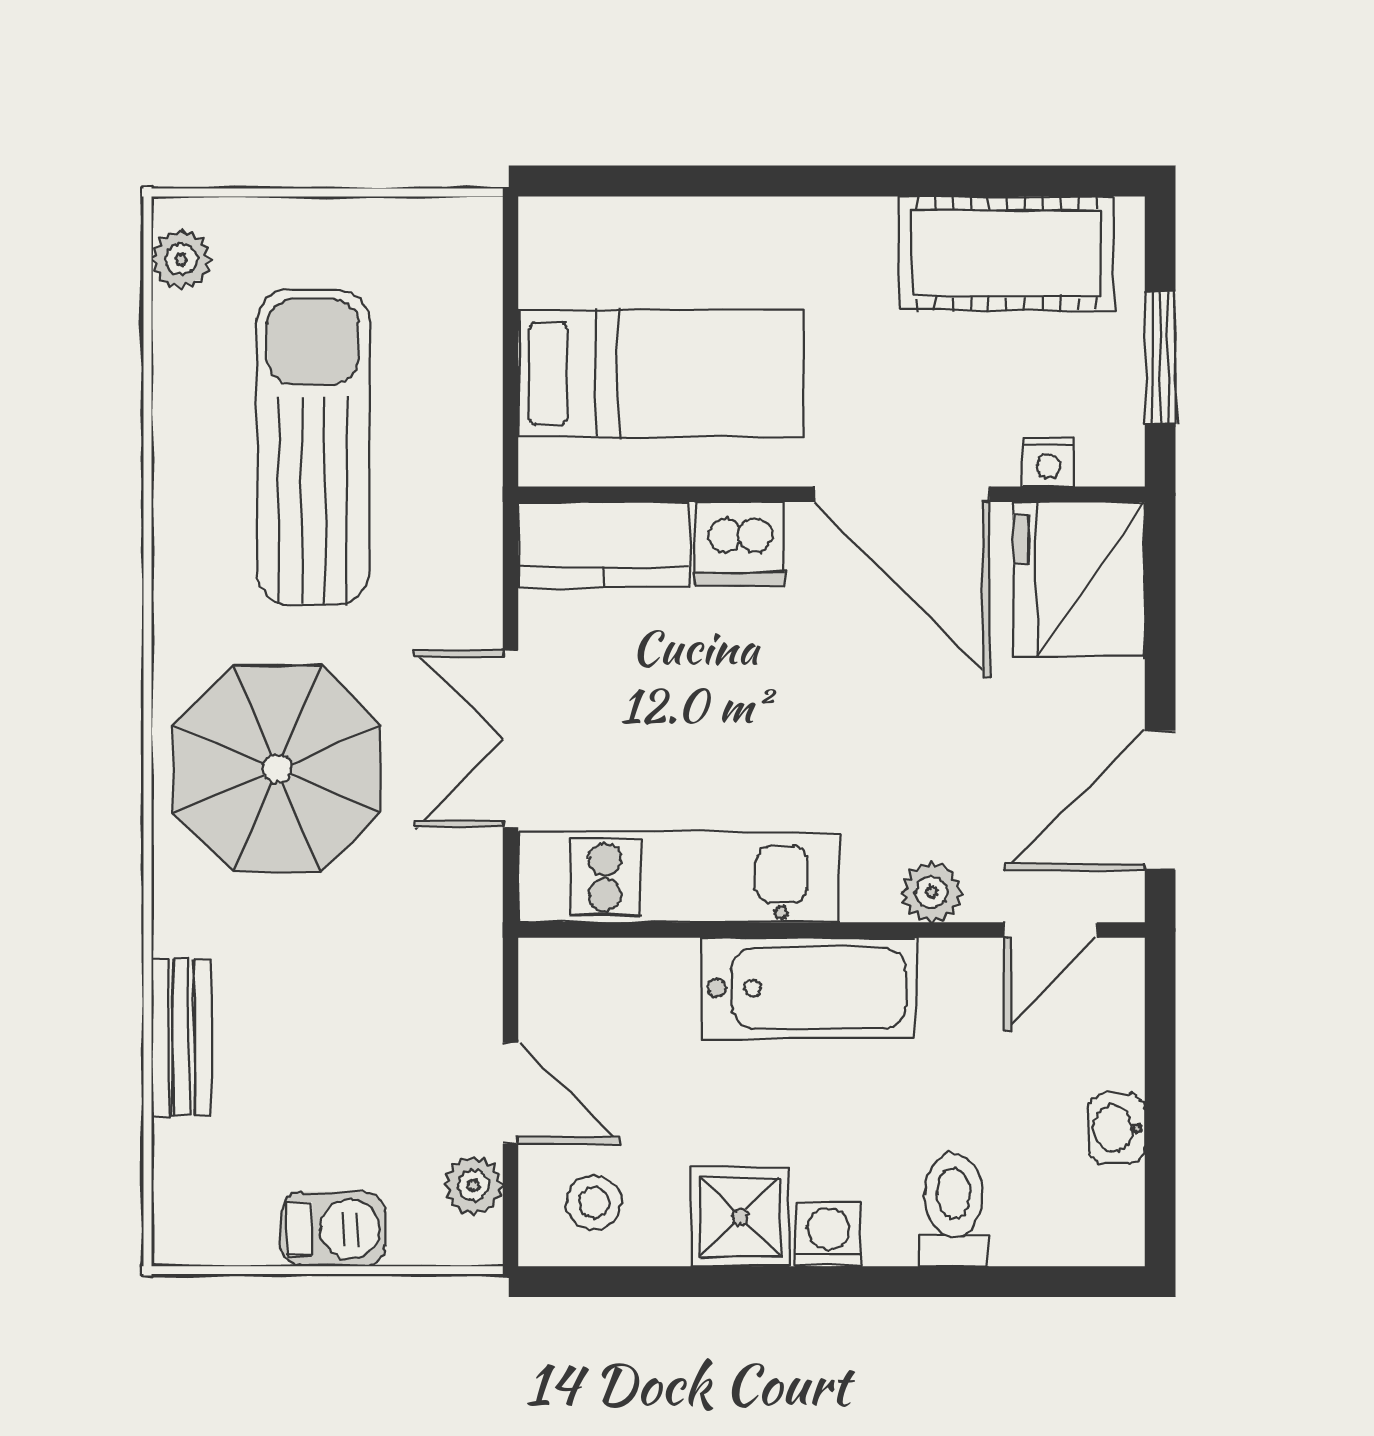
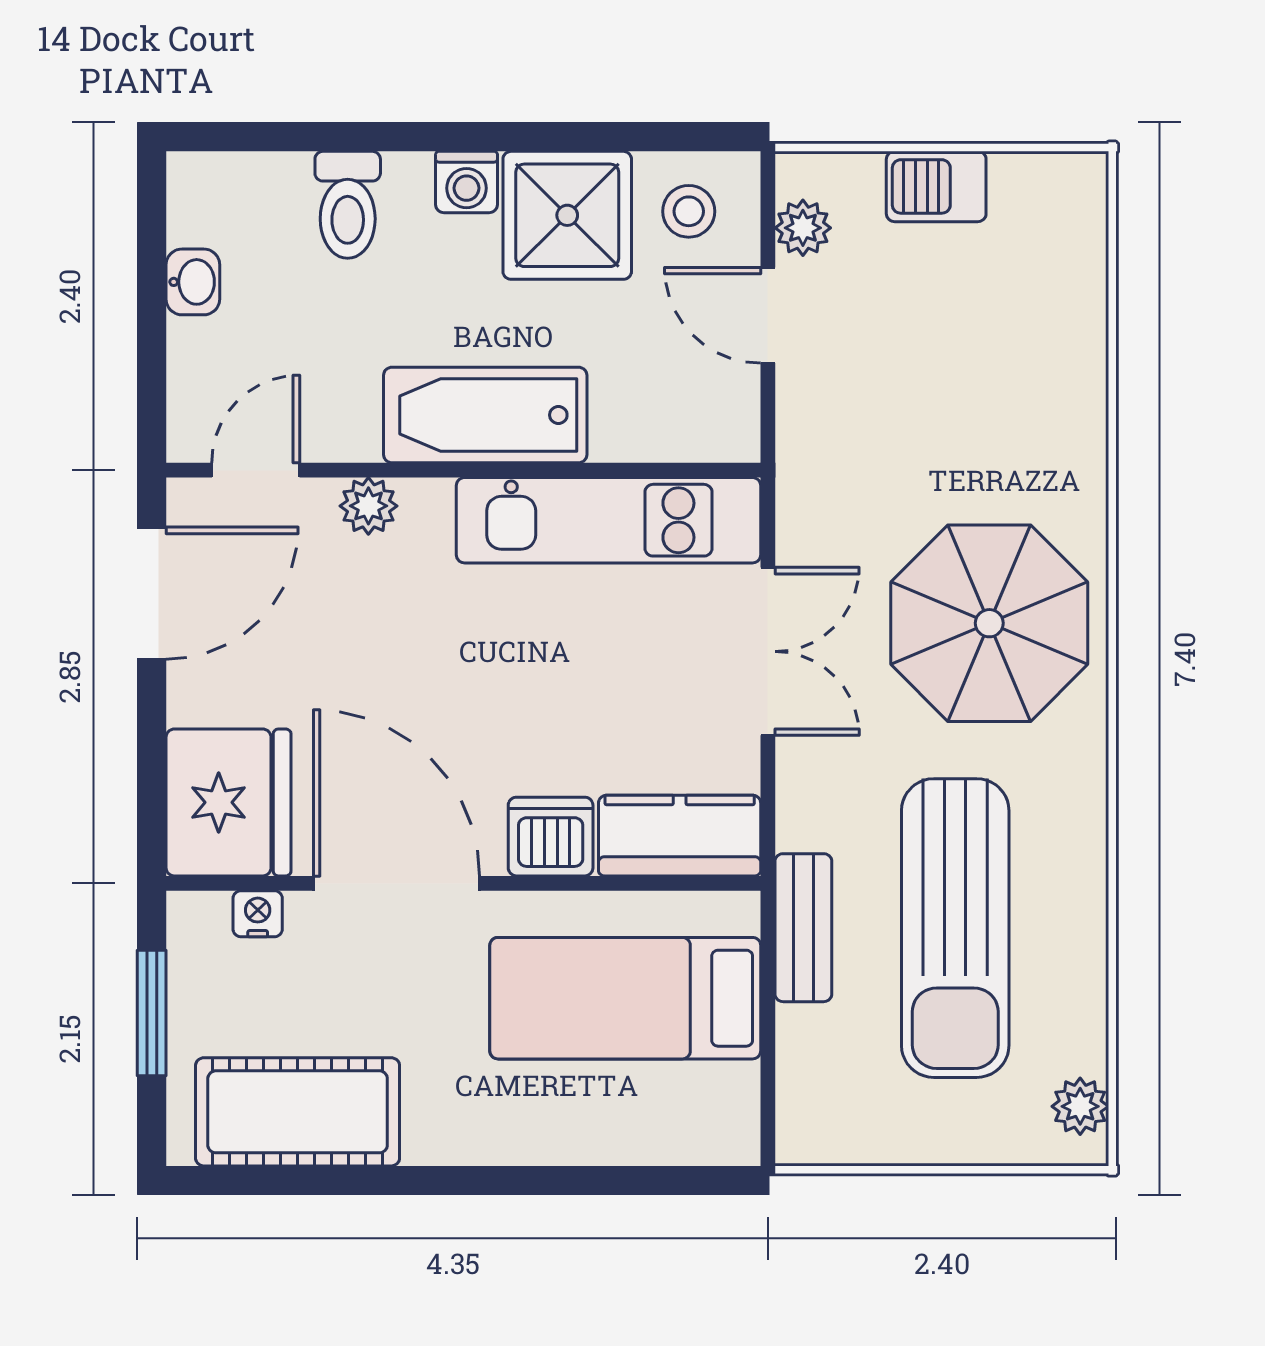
bench: (181, 1038) -> (803, 928), moved
shower: (740, 1217) -> (567, 215), width x1.36, depth x1.36

